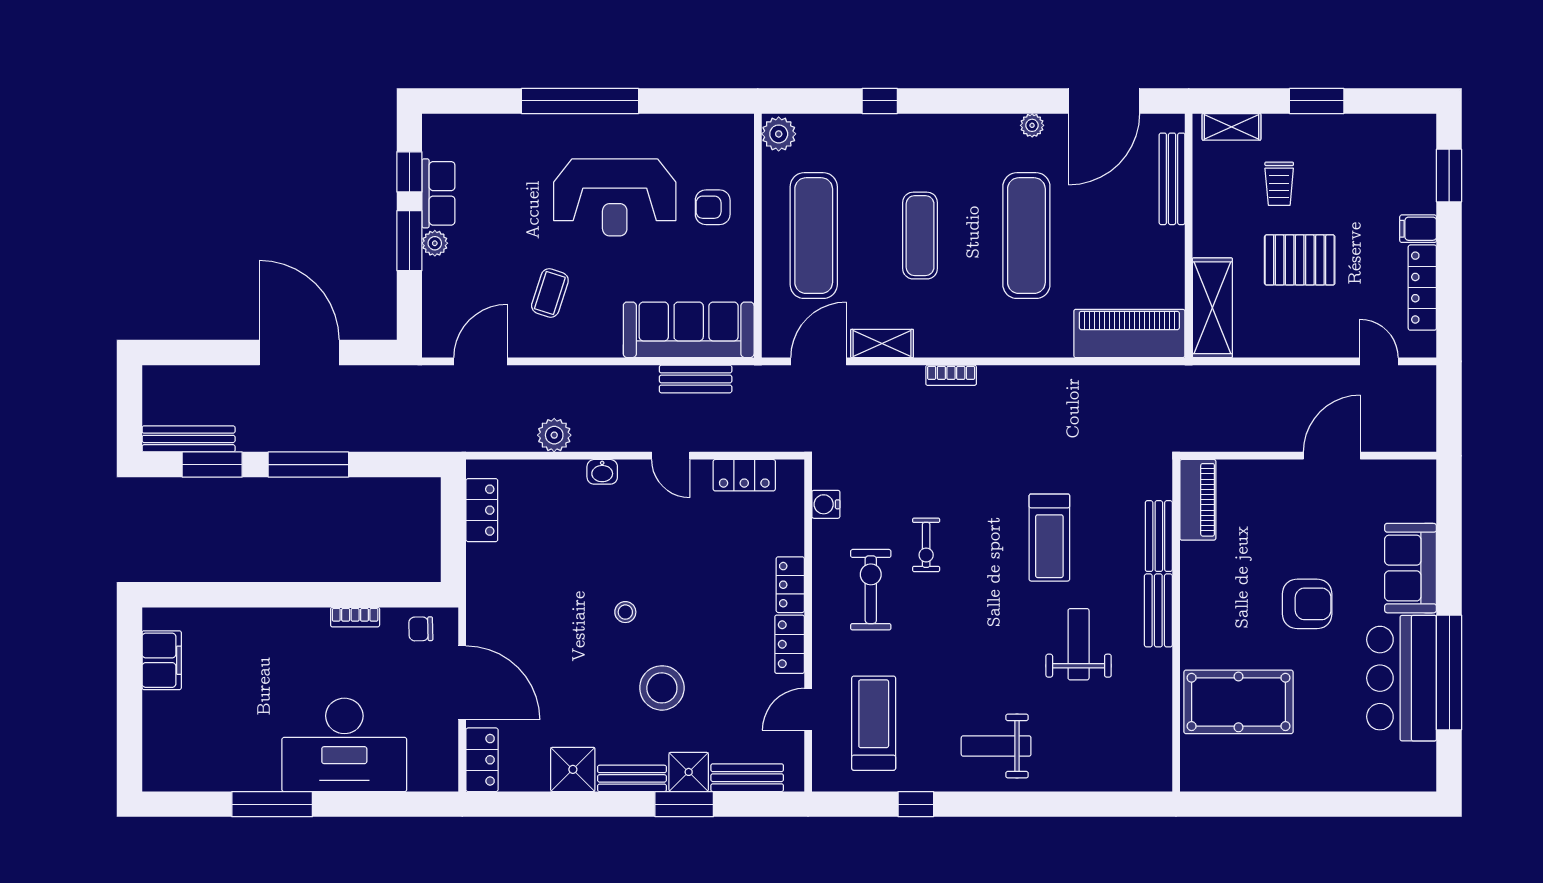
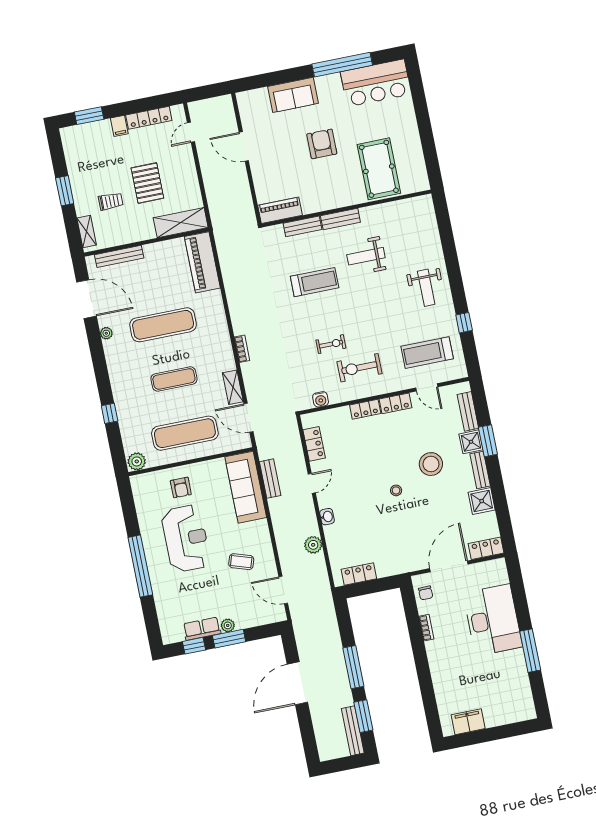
bar counter: (1402, 678) -> (376, 83), moved

